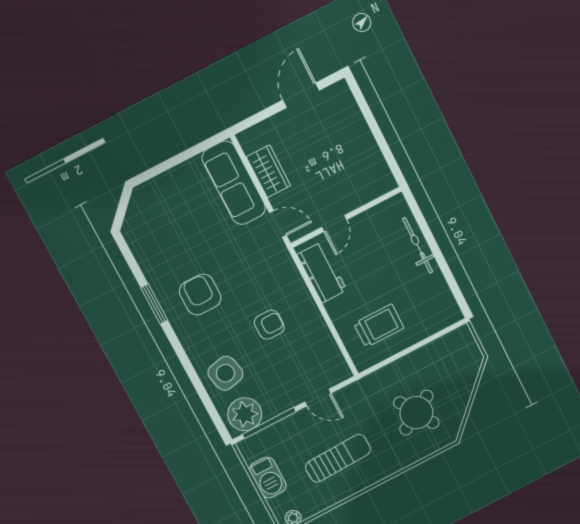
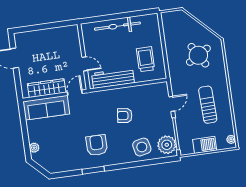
wardrobe: (268, 171) -> (47, 88), width x1.50
plant: (156, 186) -> (34, 148), added
bicycle: (418, 245) -> (117, 26), width x1.37, depth x1.40
workbench: (322, 272) -> (113, 78), width x1.38
armchair: (200, 295) -> (97, 145), turned 90
armchair: (269, 325) -> (125, 116), turned -83

